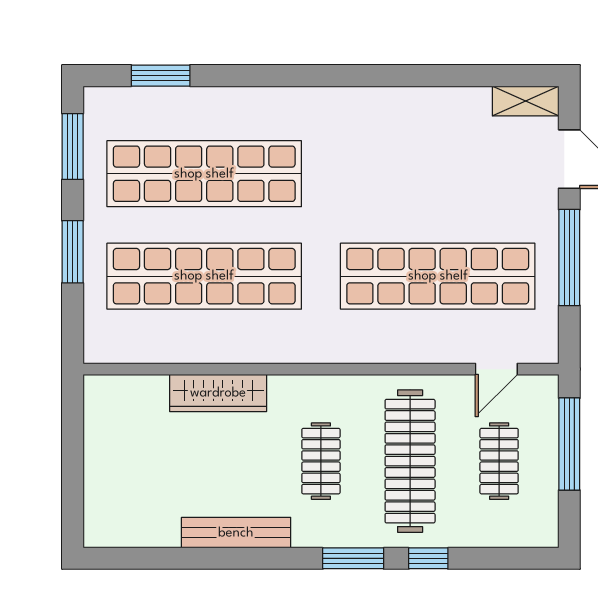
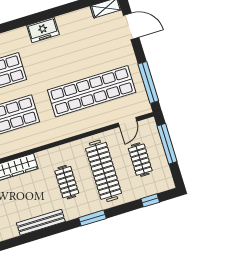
freezer: (371, 107) -> (43, 30), added
window: (569, 257) -> (148, 82), moved
window: (428, 558) -> (150, 200), moved

